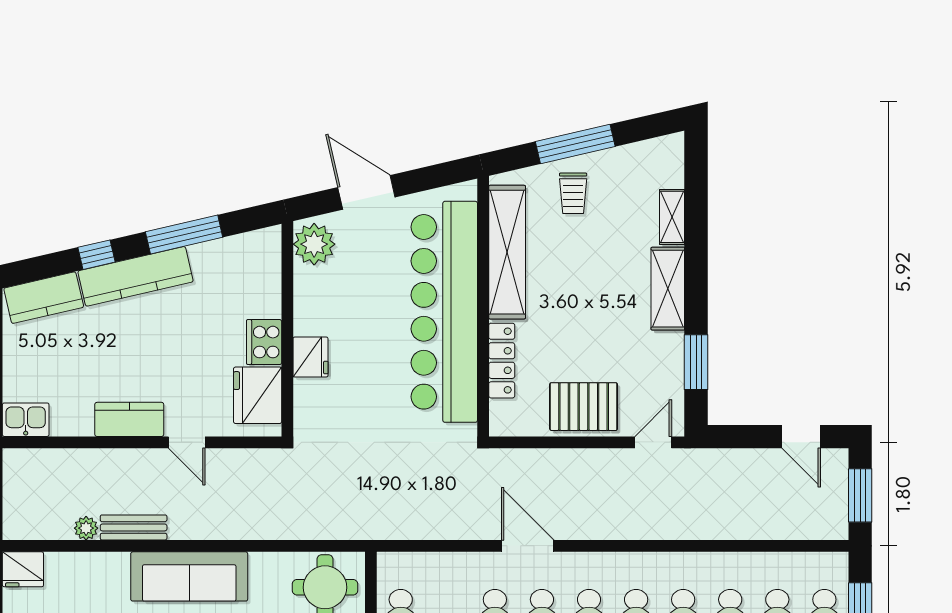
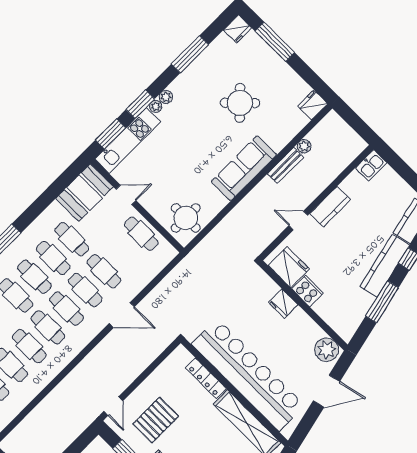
pallet: (584, 407) -> (156, 420), moved

